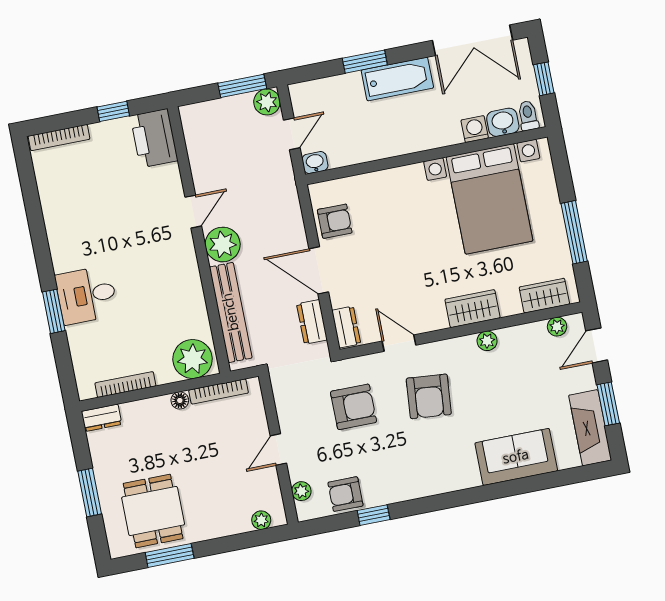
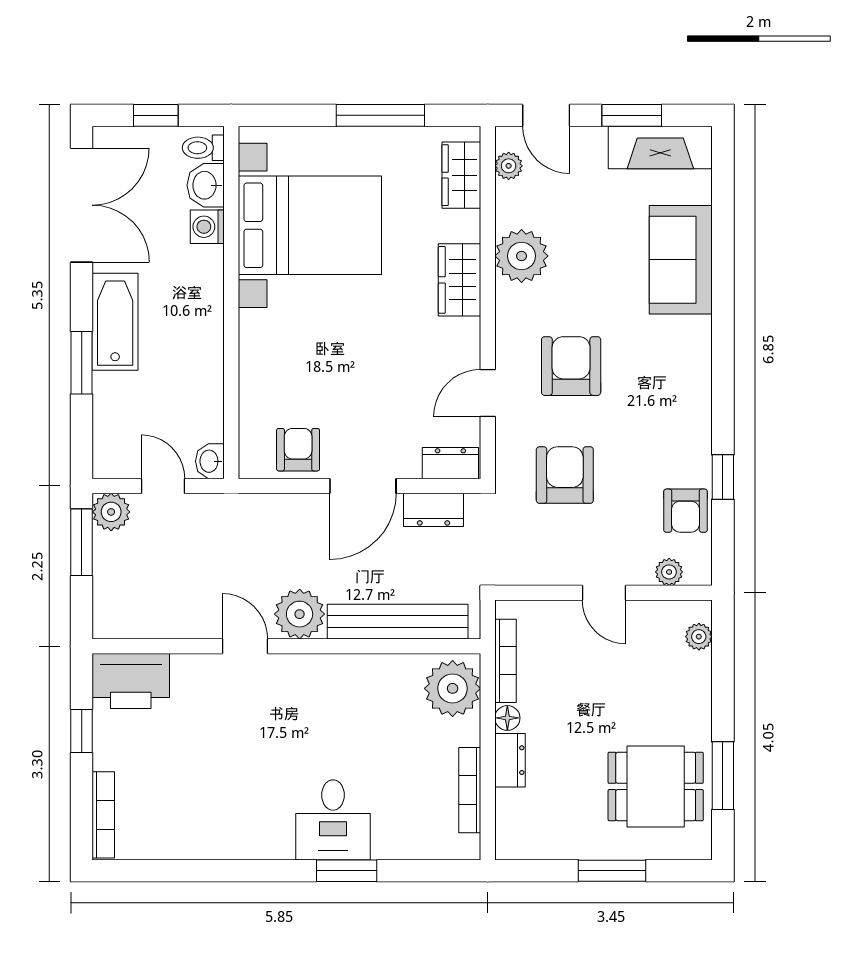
plant: (487, 341) -> (522, 256), width x1.87, depth x1.87
armchair: (429, 396) -> (571, 366), turned -95
dresser: (101, 418) -> (510, 760), moved

